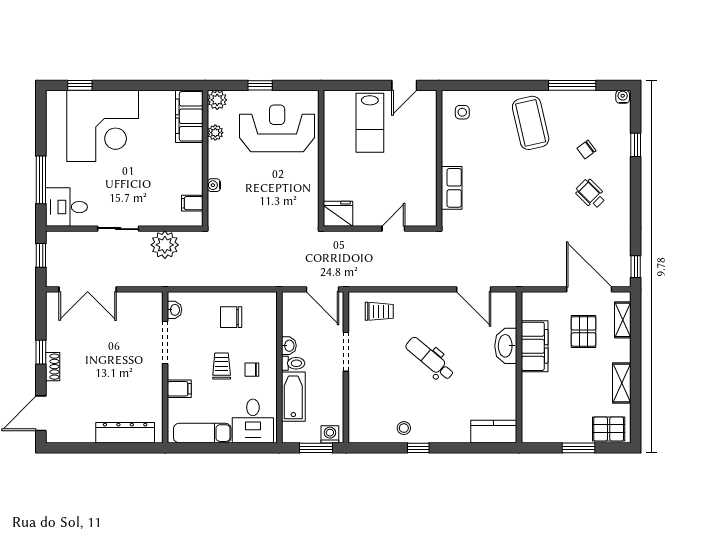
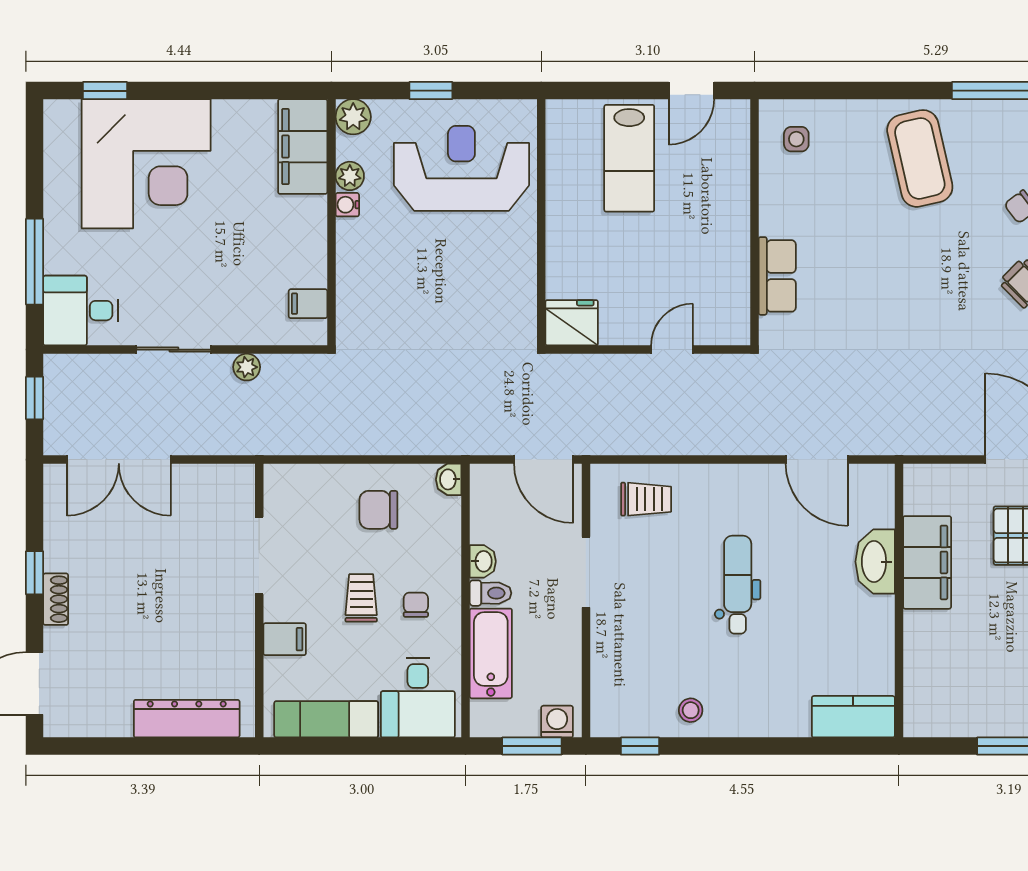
water cooler: (214, 185) -> (347, 205), moved
plant: (165, 245) -> (247, 367), width x0.53, depth x0.53
washbasin: (175, 310) -> (449, 479), moved, turned 180
dental chair: (430, 359) -> (738, 585), turned 50
chair: (252, 370) -> (416, 605), turned 90
window: (418, 448) -> (640, 746), moved

